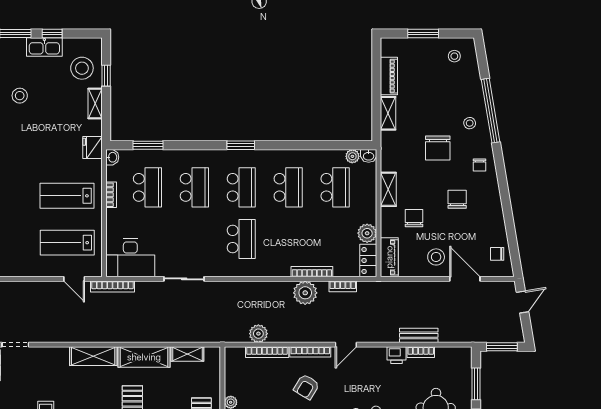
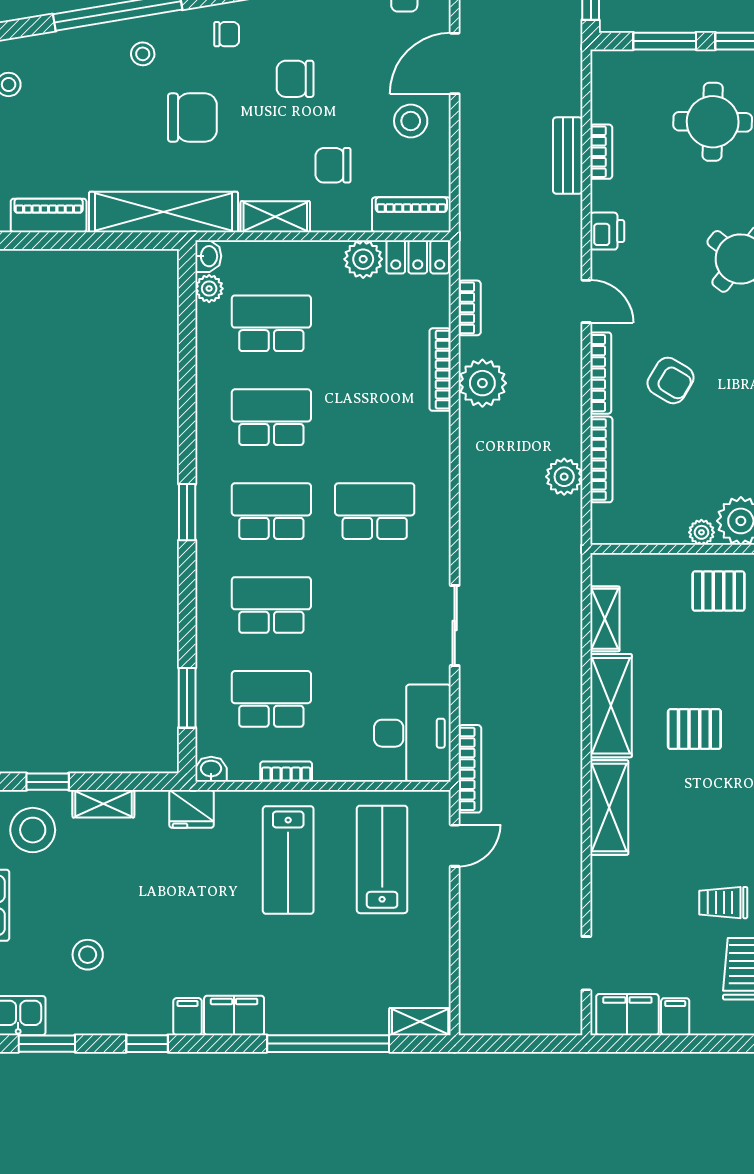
shelving: (388, 113) -> (163, 212), width x2.20, depth x1.33
lab bench: (67, 243) -> (382, 859), turned 180
printer: (397, 355) -> (607, 231), moved

